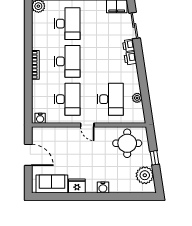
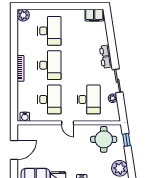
sliding door: (134, 25) -> (118, 81), moved
door: (28, 155) -> (14, 150), hinge flipped
window: (154, 158) -> (127, 140), moved

